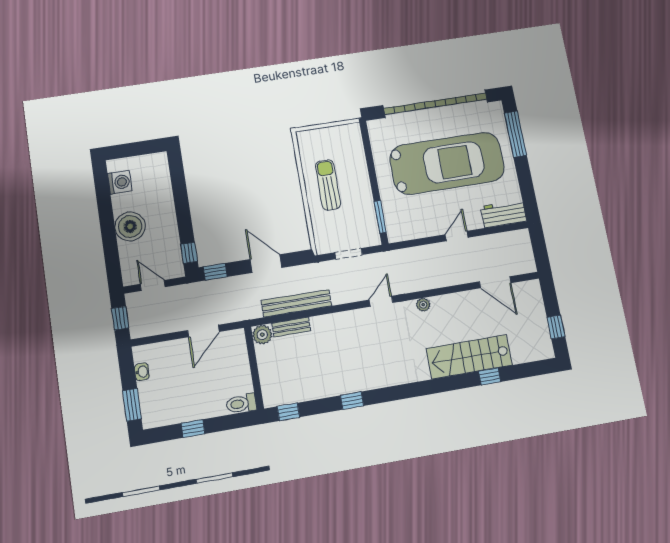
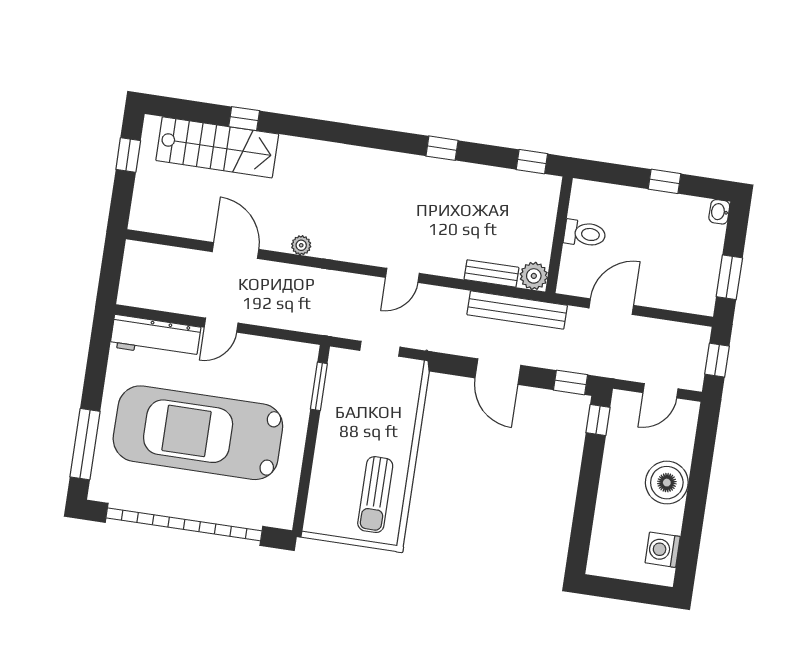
sun lounger: (328, 185) -> (375, 495), moved
workbench: (504, 214) -> (155, 337), width x1.37
door: (495, 282) -> (236, 250), moved
door: (153, 285) -> (661, 391), hinge flipped
door: (381, 301) -> (402, 275), moved
bench: (296, 303) -> (517, 310), moved
stairs: (469, 357) -> (217, 147), moved
washbasin: (142, 372) -> (719, 212), moved
toilet: (241, 404) -> (585, 234), moved
window: (132, 405) -> (729, 277), moved

